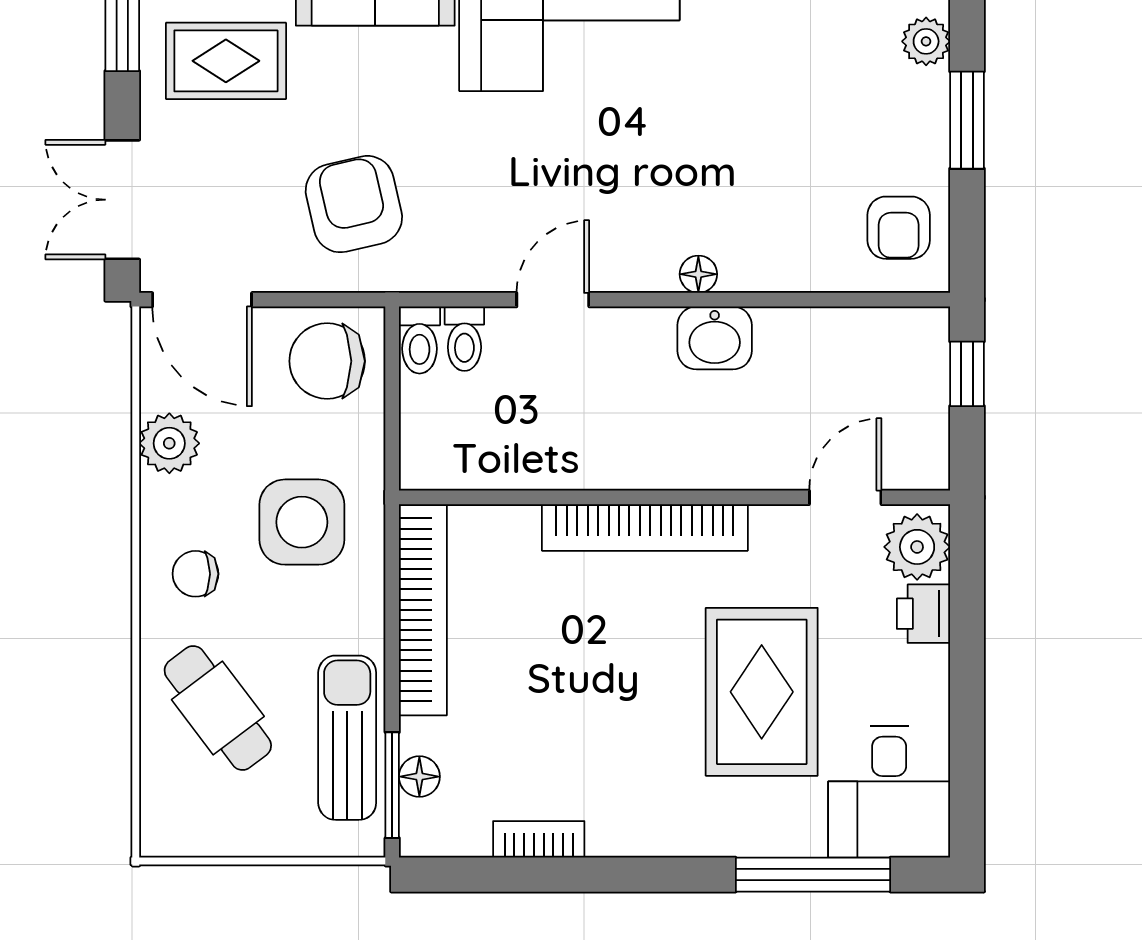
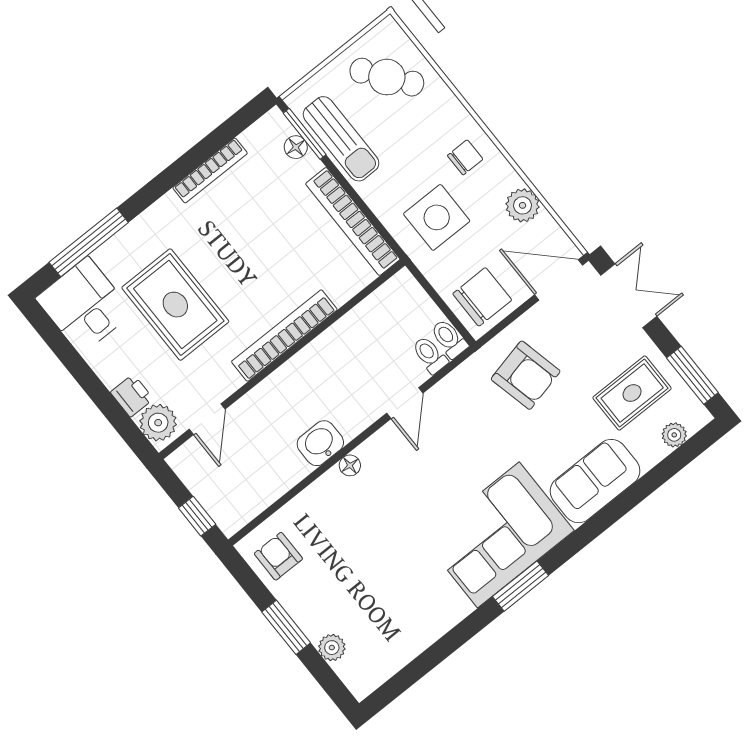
cafe table: (218, 708) -> (387, 77), moved
bookcase: (539, 839) -> (210, 171), width x1.56

